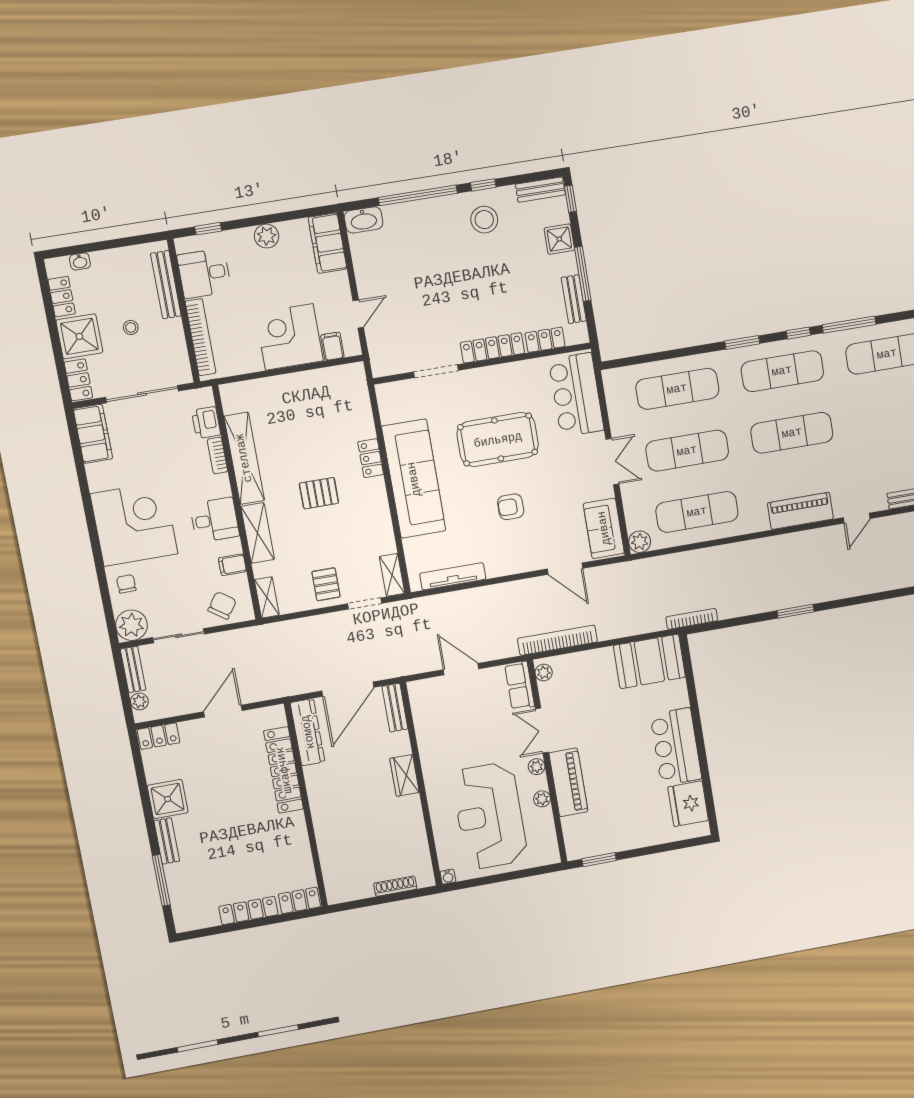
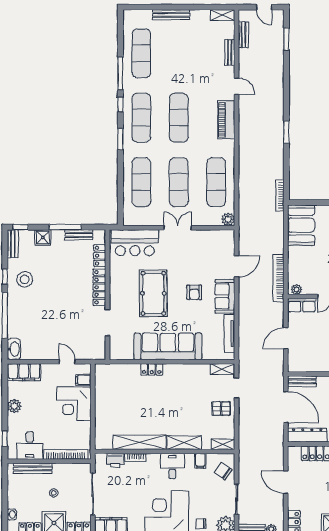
pallet: (319, 493) -> (167, 403), removed
sofa: (604, 528) -> (225, 296), moved, turned 90

